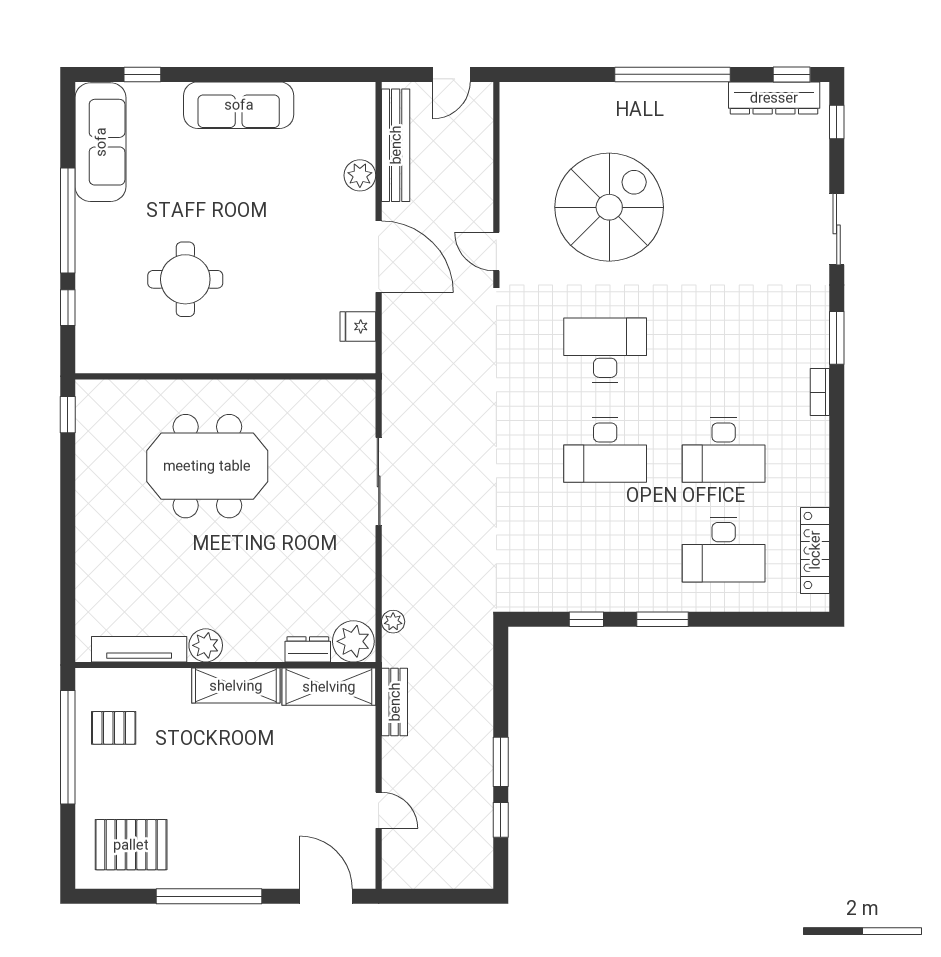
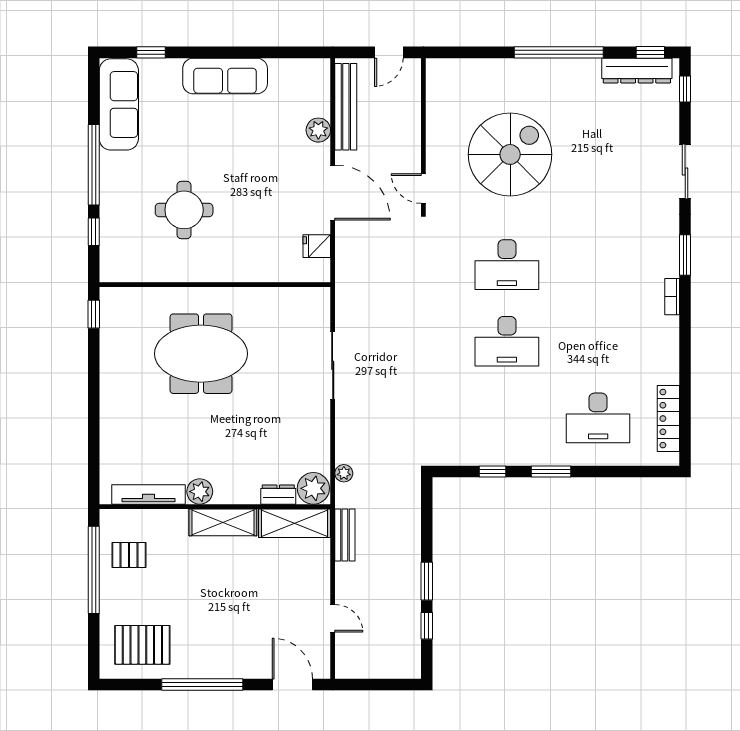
desk: (605, 350) -> (507, 265), turned 180
desk: (724, 450) -> (598, 341), removed

